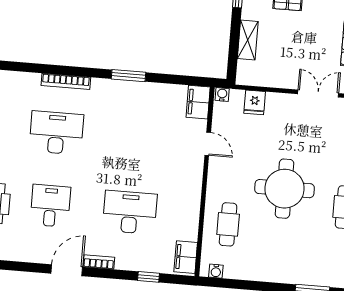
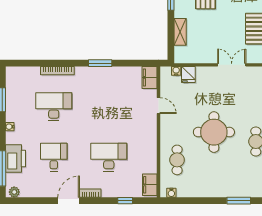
water cooler: (222, 94) -> (176, 71), moved

